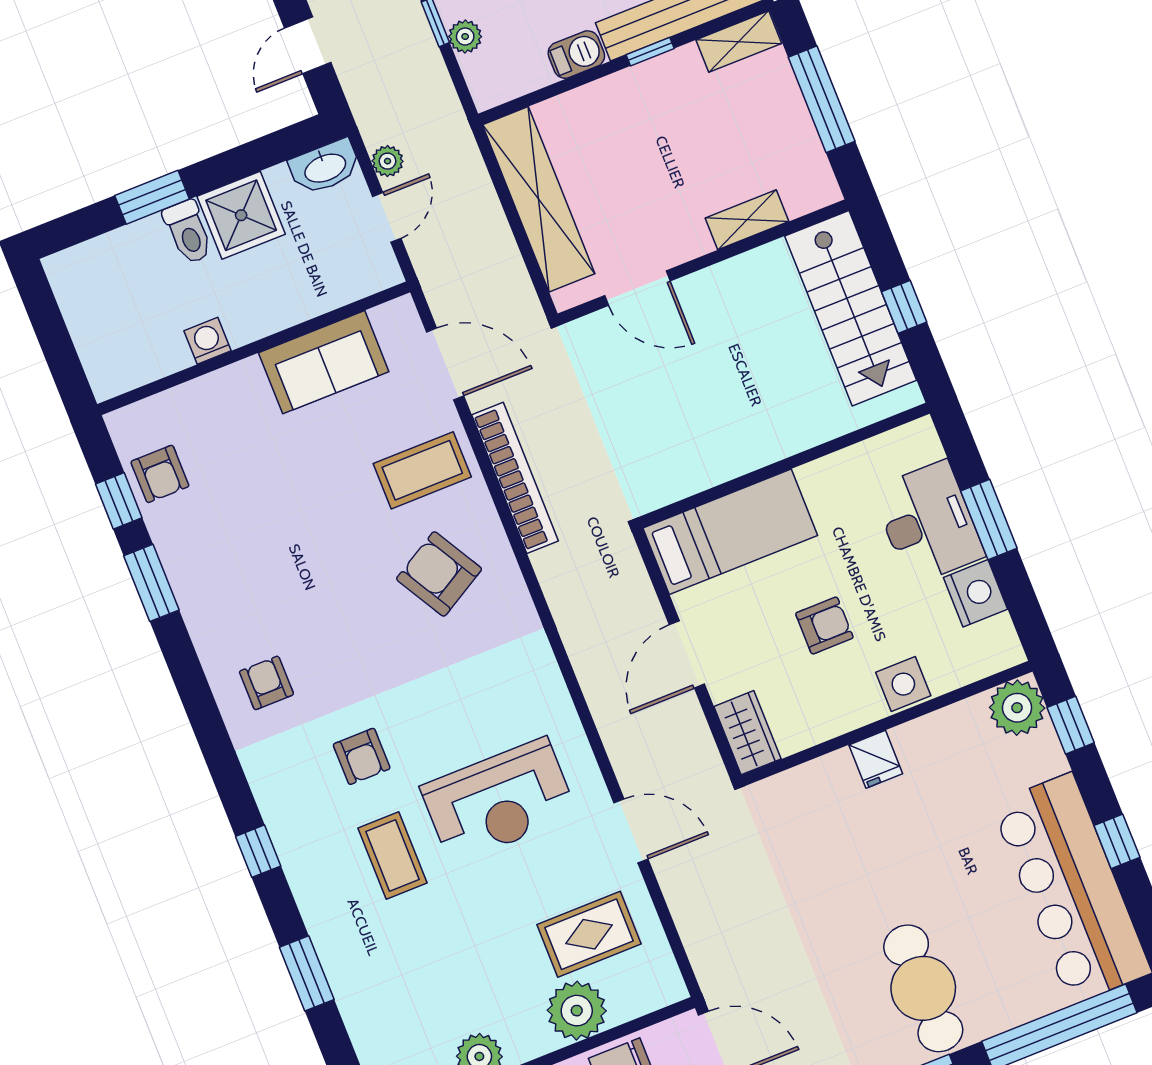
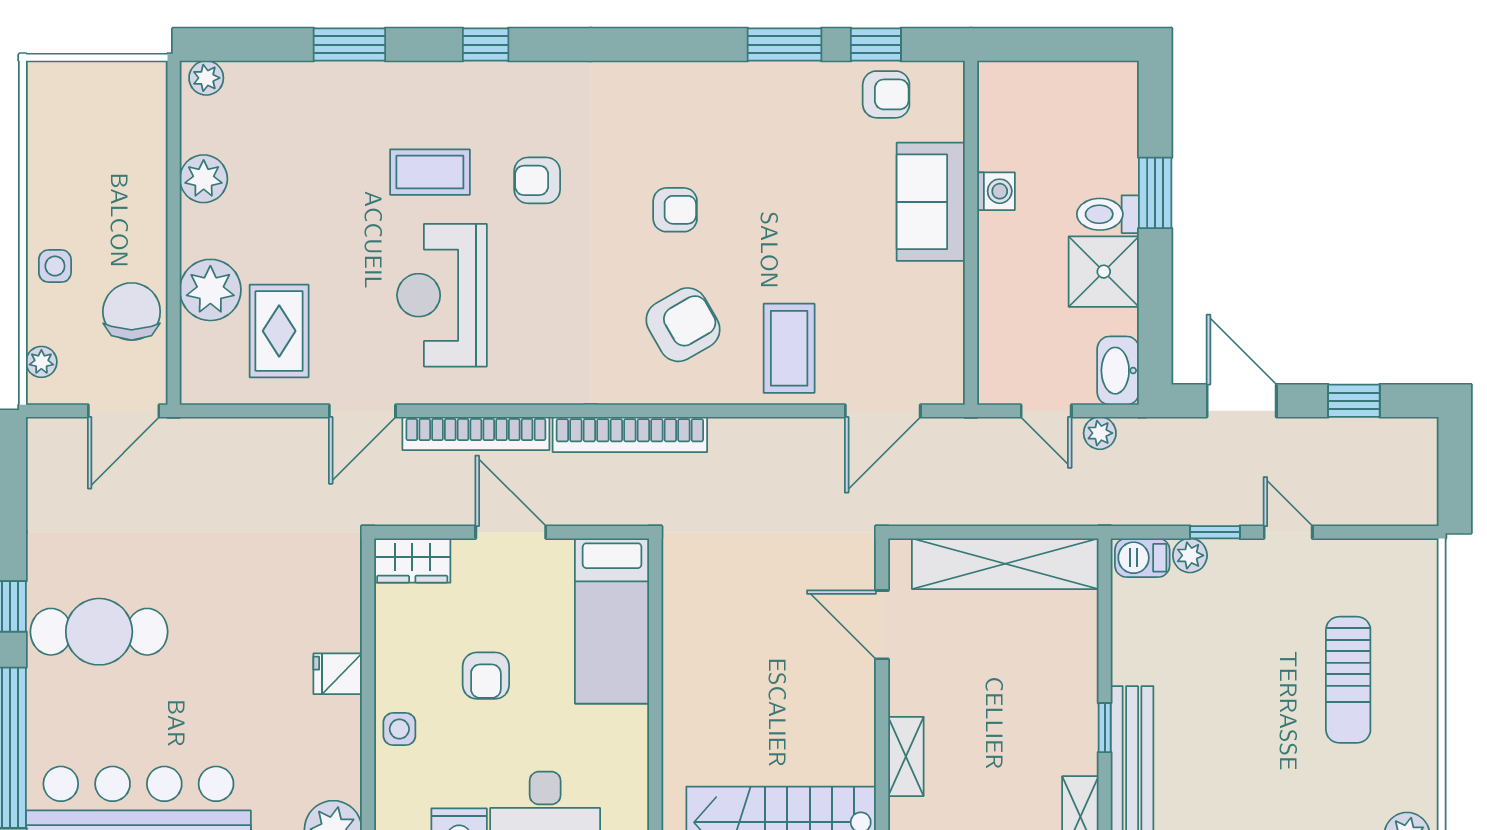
door: (308, 45) -> (1242, 401), width x1.38
barbecue: (576, 55) -> (1142, 558), moved, turned 90
door: (637, 288) -> (882, 625), hinge flipped
sofa: (324, 362) -> (931, 202), moved
armchair: (160, 474) -> (886, 94), turned 180
bookcase: (515, 478) -> (630, 434), moved
armchair: (266, 683) -> (675, 210), moved
side table: (903, 684) -> (399, 729), width x0.73, depth x0.73
bookcase: (611, 721) -> (476, 434), added

